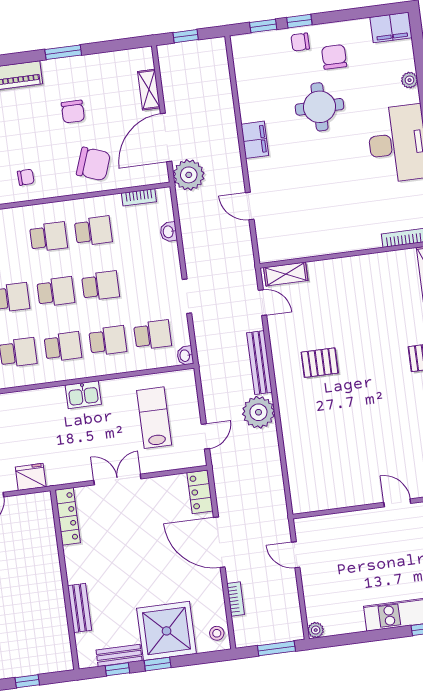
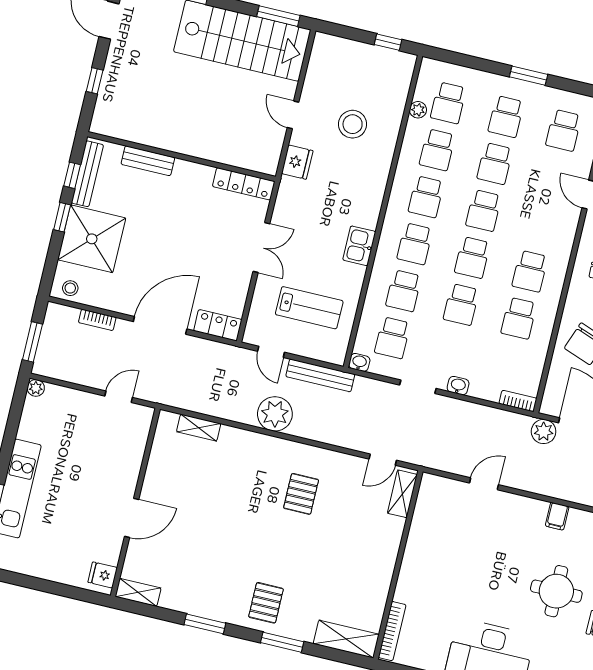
filing cabinet: (255, 140) -> (557, 516), width x0.50
plant: (189, 175) -> (544, 431), width x0.73, depth x0.73
bookcase: (139, 197) -> (518, 401), moved, turned 90
washbasin: (169, 232) -> (458, 386), moved
bench: (259, 363) -> (320, 375), moved
shelving: (296, 474) -> (199, 428), added
door: (397, 503) -> (132, 518), width x1.38
bench: (119, 655) -> (87, 174), width x1.36

